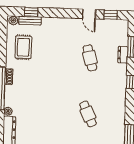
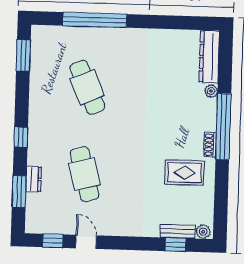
rug: (23, 47) -> (185, 173), moved, turned 90
cafe table: (90, 58) -> (85, 174), width x1.37, depth x1.35
cafe table: (88, 114) -> (87, 87), width x1.37, depth x1.35

